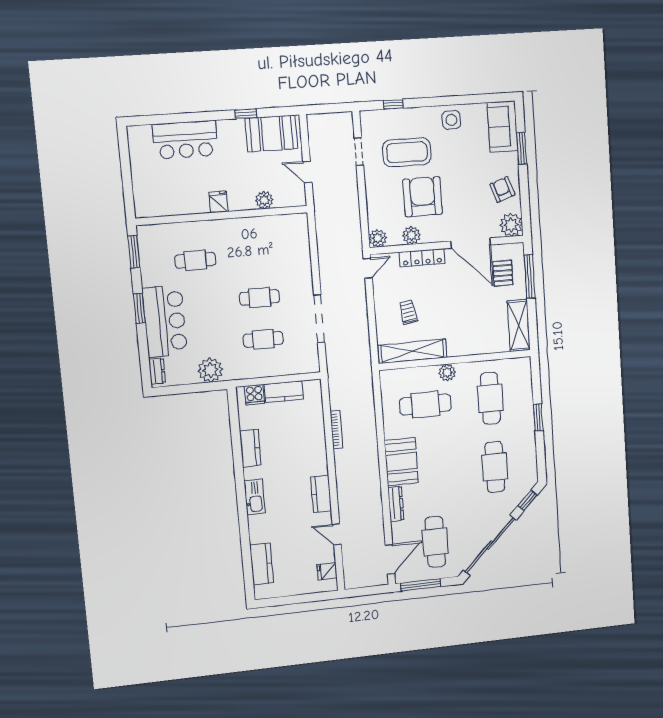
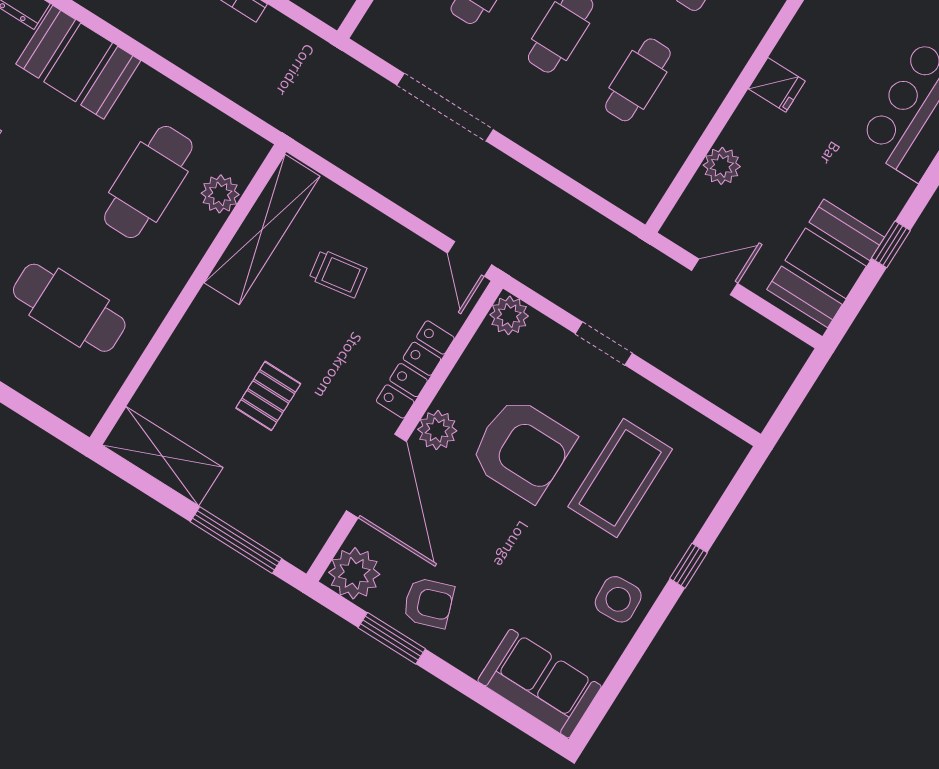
window: (393, 104) -> (689, 566), moved
window: (522, 148) -> (392, 638), moved
doorway: (359, 152) -> (604, 344), moved
plant: (411, 235) -> (437, 430), moved
door: (471, 243) -> (376, 476), swing flipped
cafe table: (256, 255) -> (638, 80), added
pallet: (503, 273) -> (268, 396), moved, turned 90
plant: (447, 373) -> (220, 194), moved

